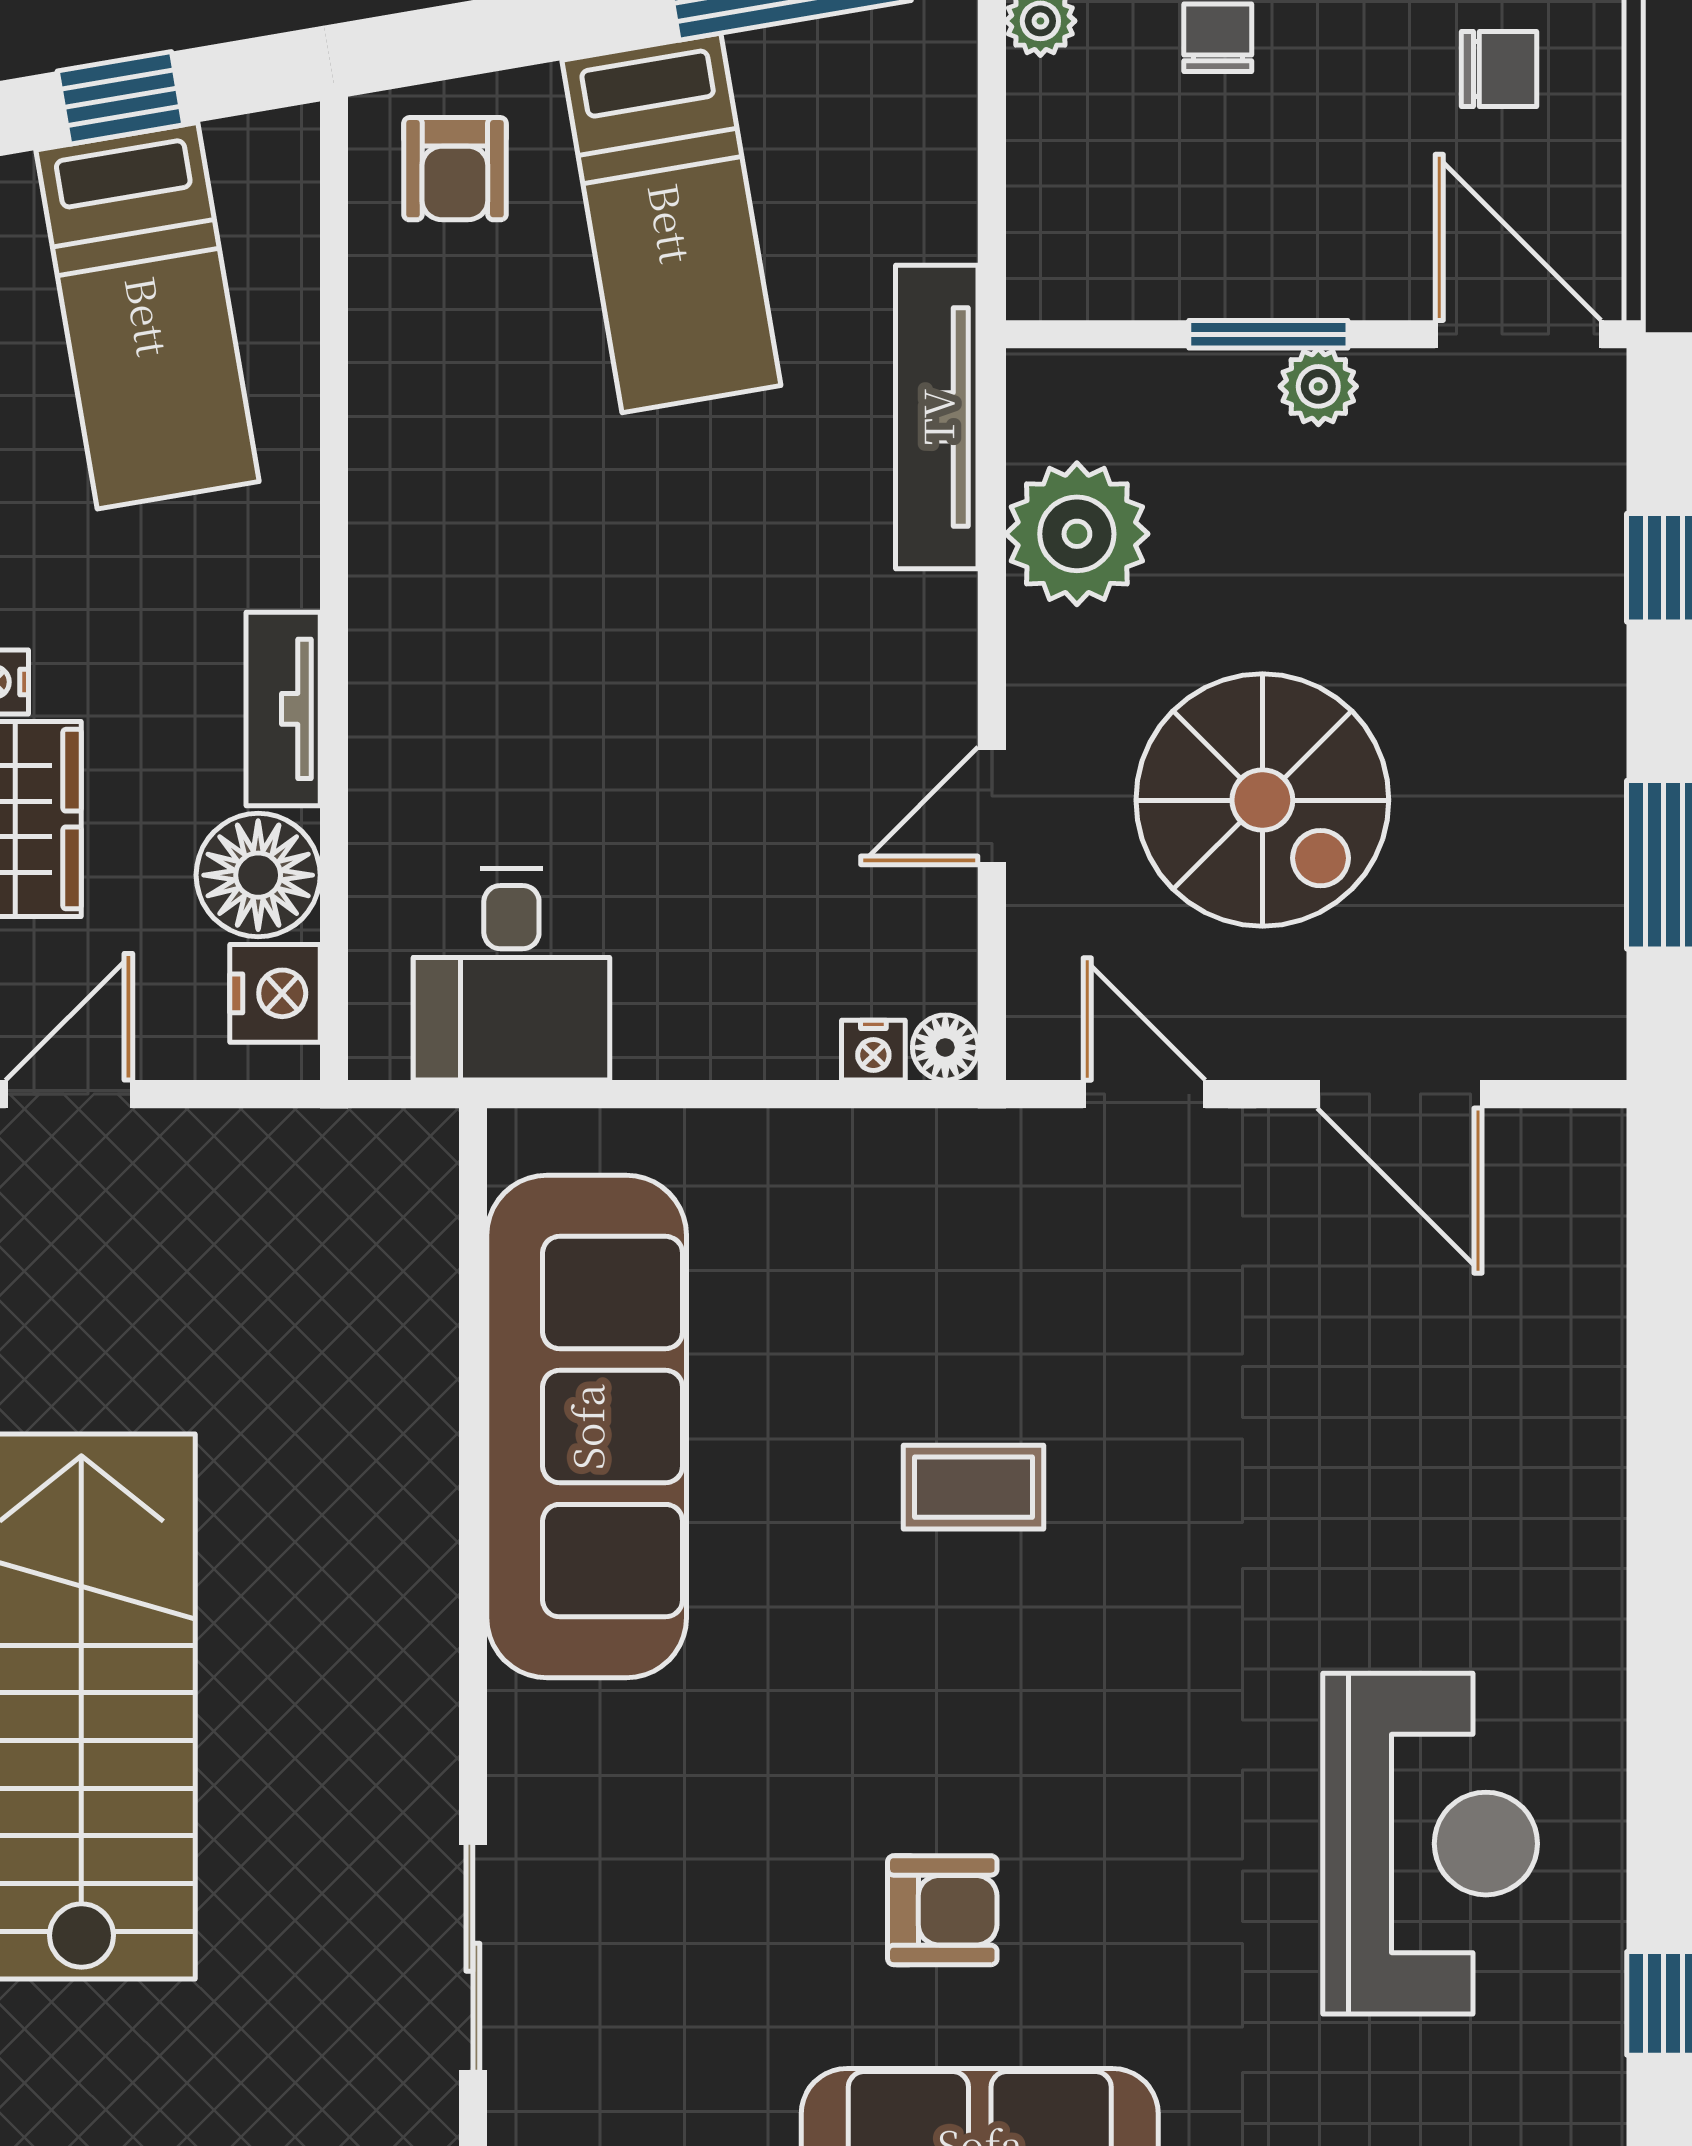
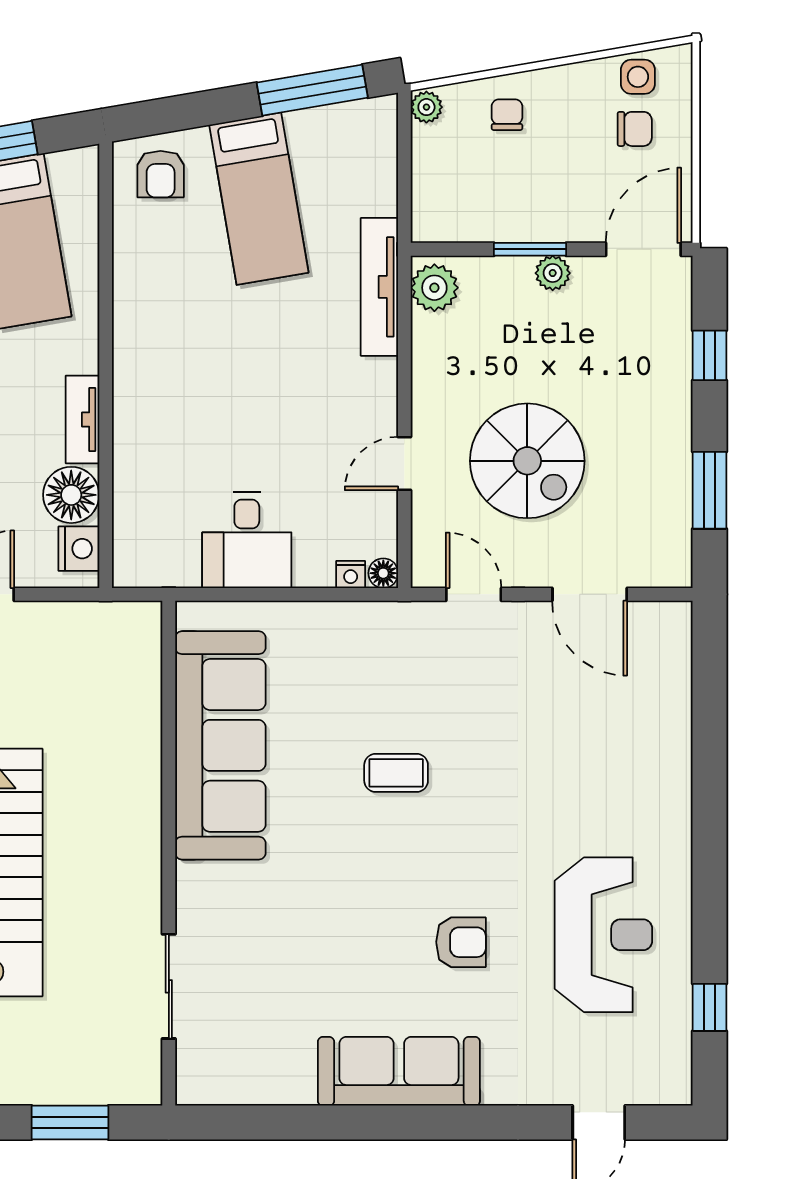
door: (1518, 334) -> (643, 249), hinge flipped
plant: (1077, 534) -> (434, 288), moved, width x0.73, depth x0.73
desk: (511, 974) -> (247, 540), moved
armchair: (942, 1910) -> (461, 942), moved

